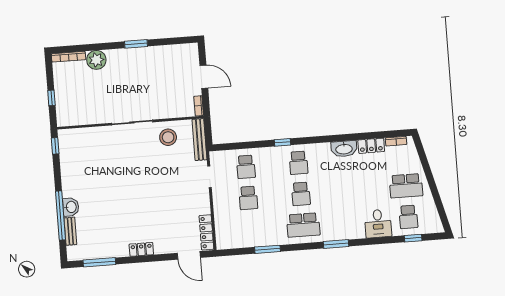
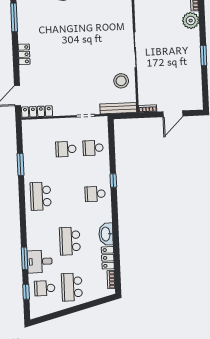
school desk: (301, 194) -> (70, 241), moved, width x1.85
window: (336, 244) -> (25, 258), moved

